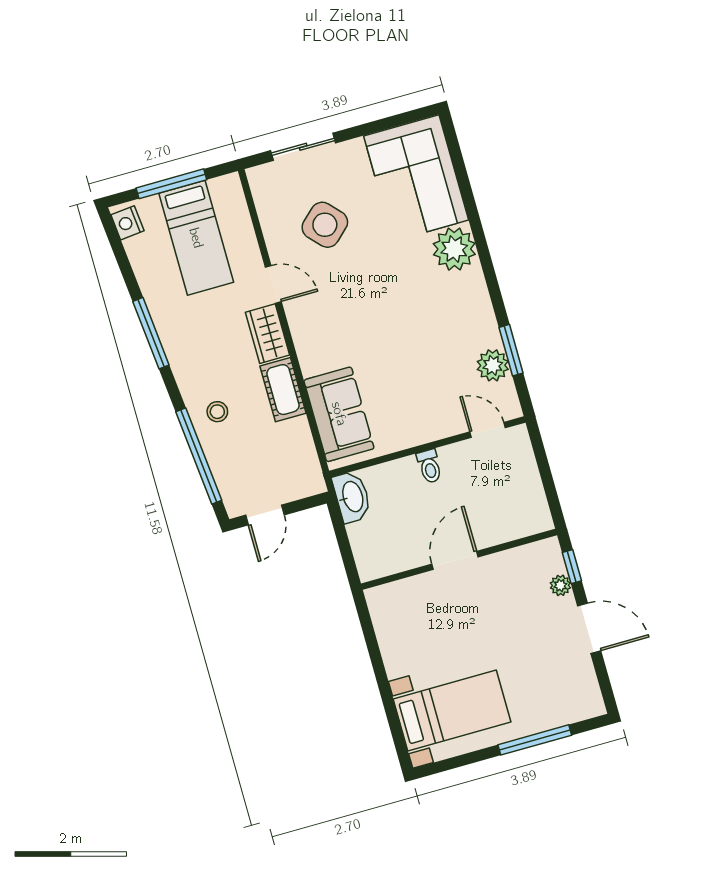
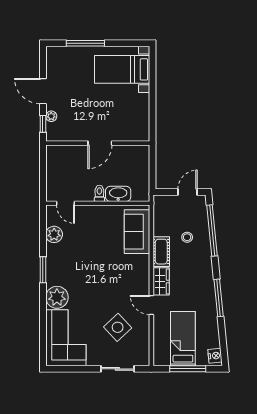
window: (511, 350) -> (43, 270), moved
stool: (217, 412) -> (187, 237), moved
washbasin: (352, 497) -> (118, 194), moved, turned 90

